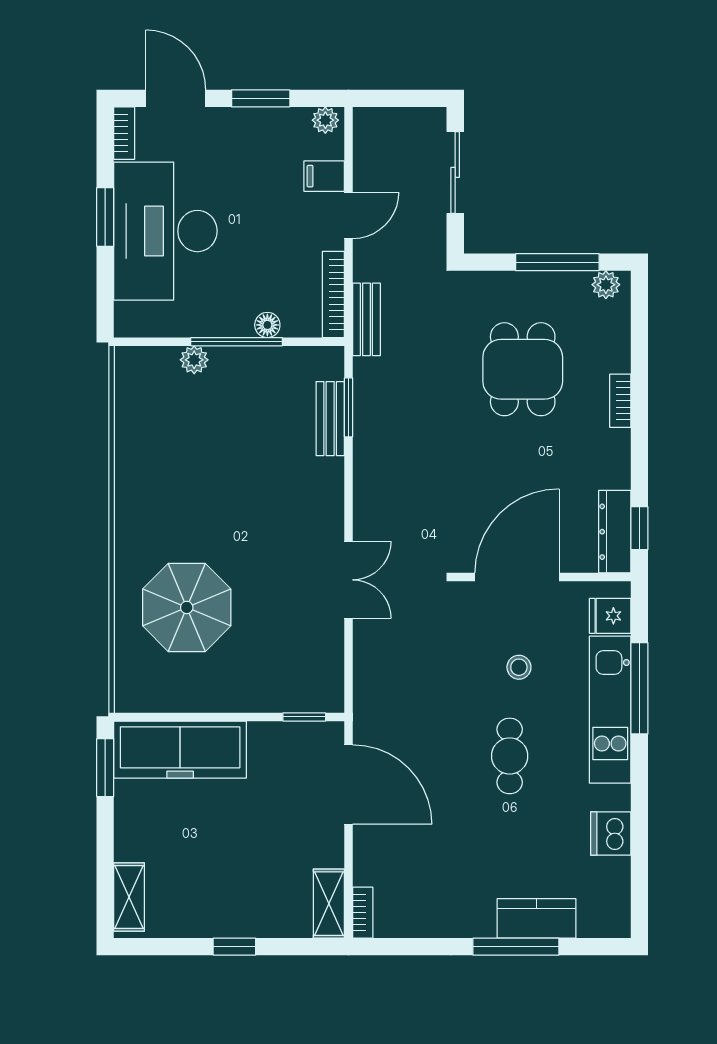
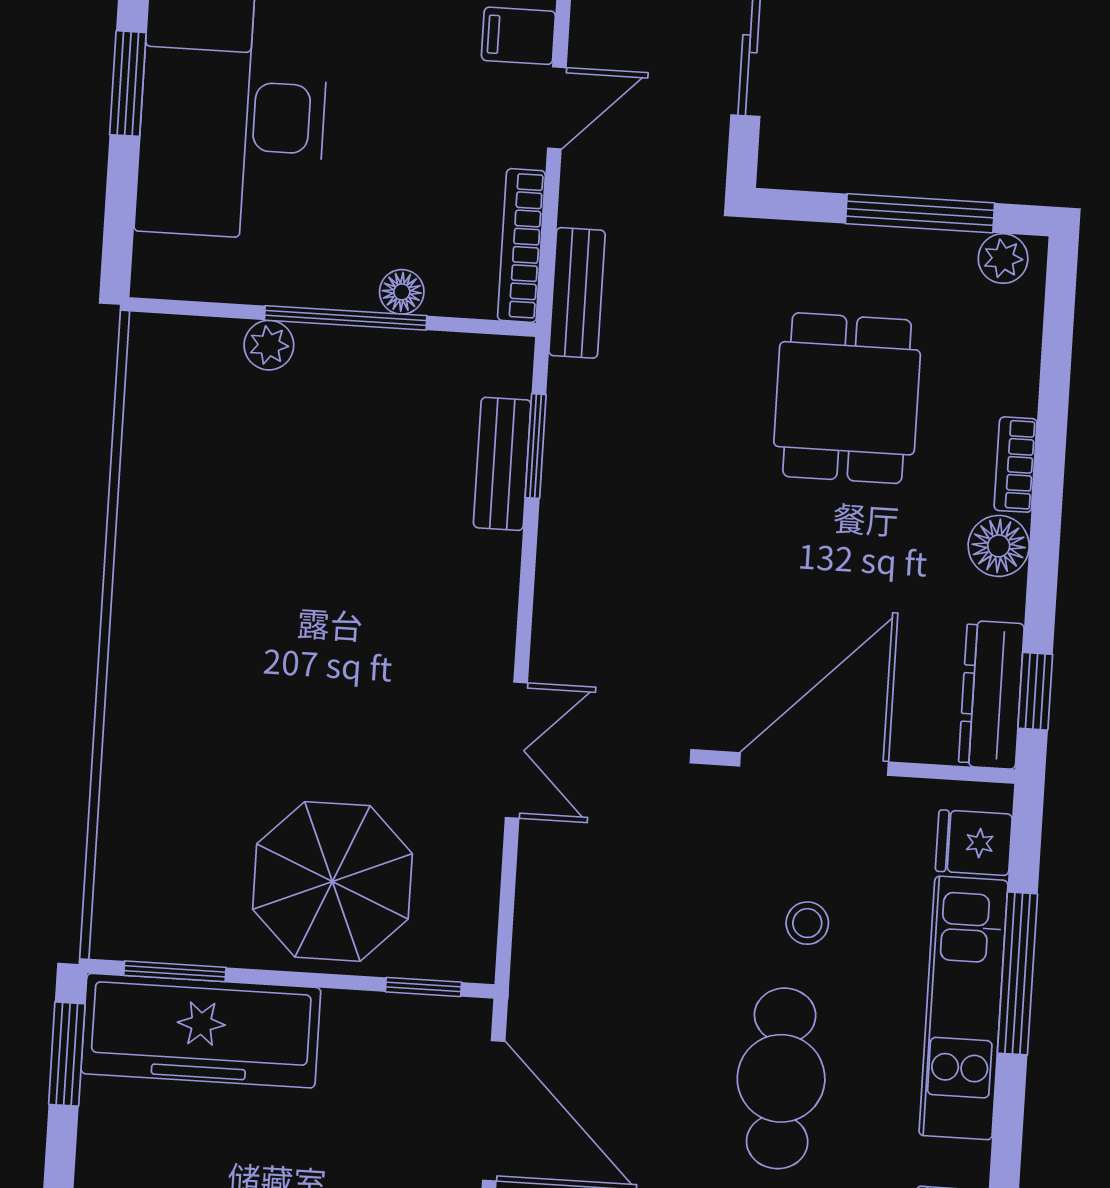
floor lamp: (614, 447) -> (999, 546), added
parasol: (187, 607) -> (332, 881), moved
window: (163, 717) -> (175, 971), added
cafe table: (510, 756) -> (781, 1078), width x1.37, depth x1.35

